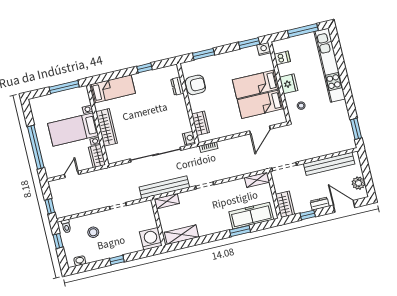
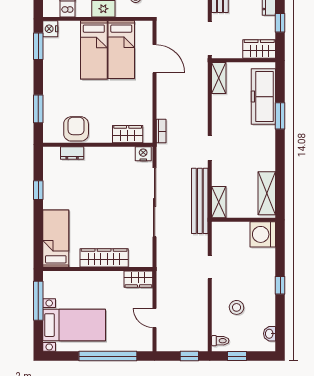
bed with nightstands: (73, 129) -> (74, 325), moved, turned -90

